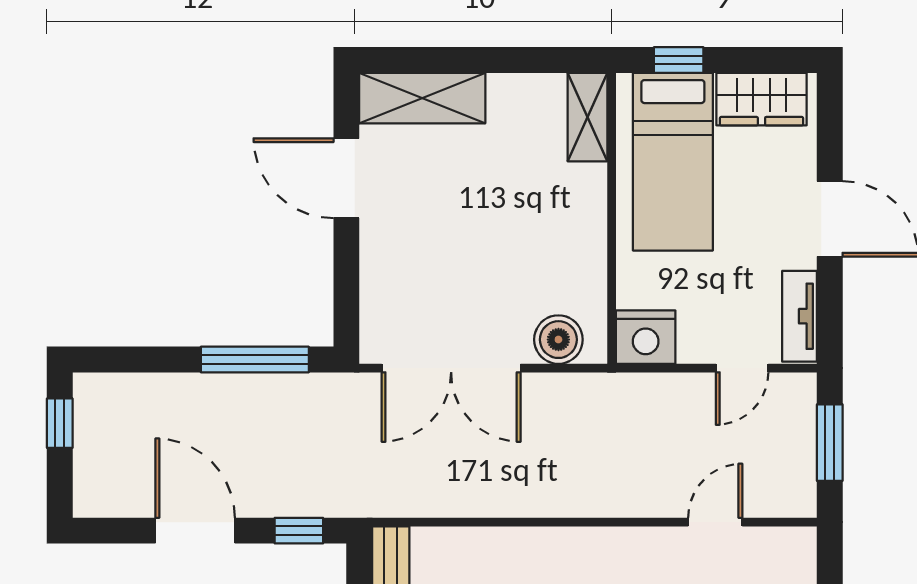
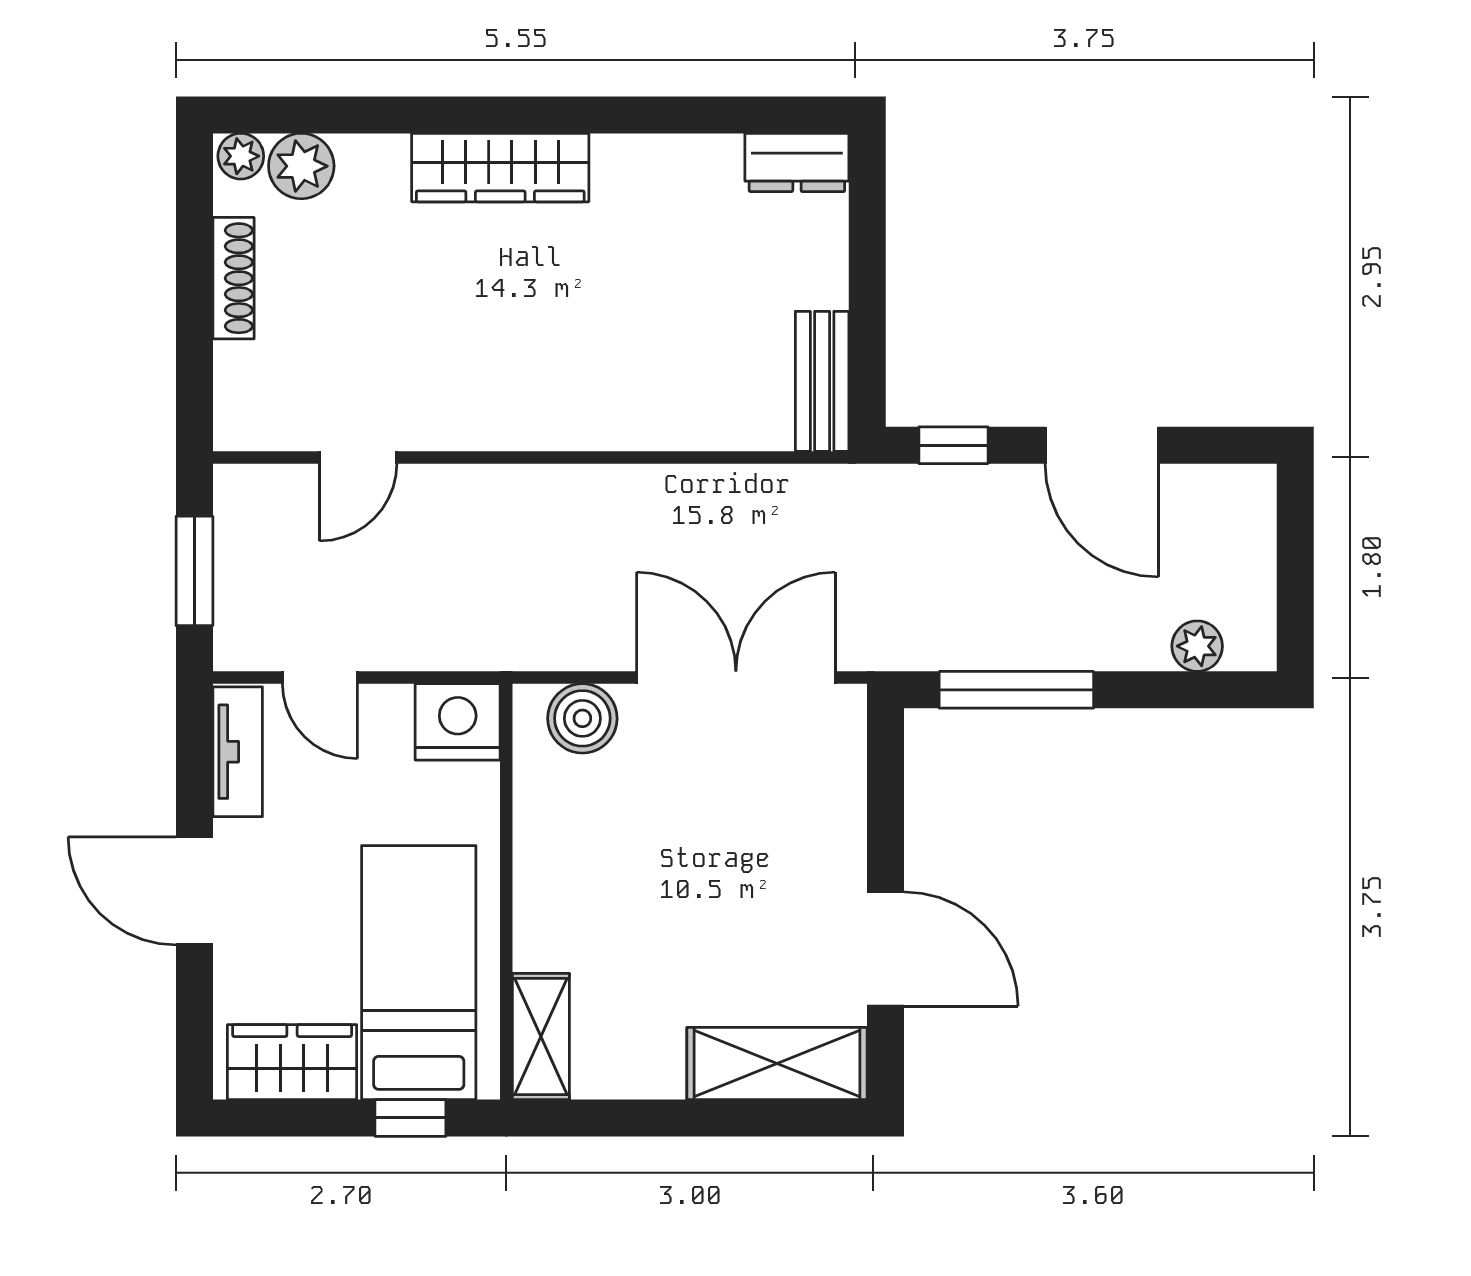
door: (742, 368) -> (320, 678), swing flipped
plant: (128, 390) -> (1197, 646), added
window: (60, 423) -> (1295, 599), removed

